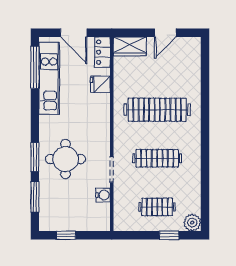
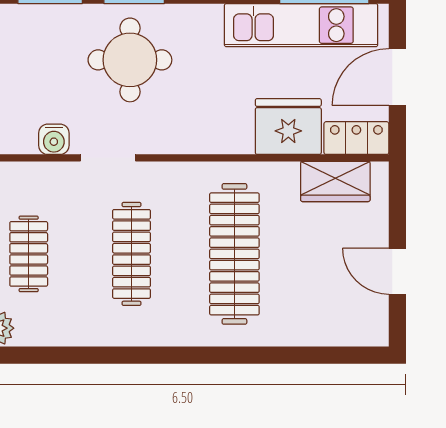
wardrobe: (130, 46) -> (335, 181), moved, turned -90
fridge: (100, 84) -> (288, 127), width x1.88, depth x1.34

